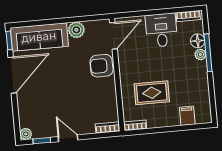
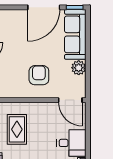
armchair: (101, 66) -> (39, 75), moved
door: (12, 75) -> (44, 7), hinge flipped

